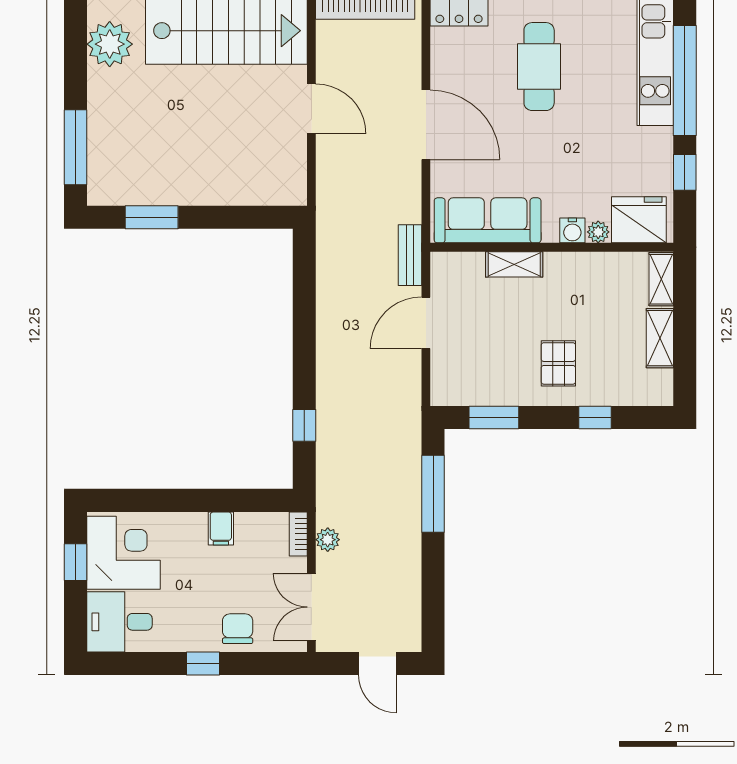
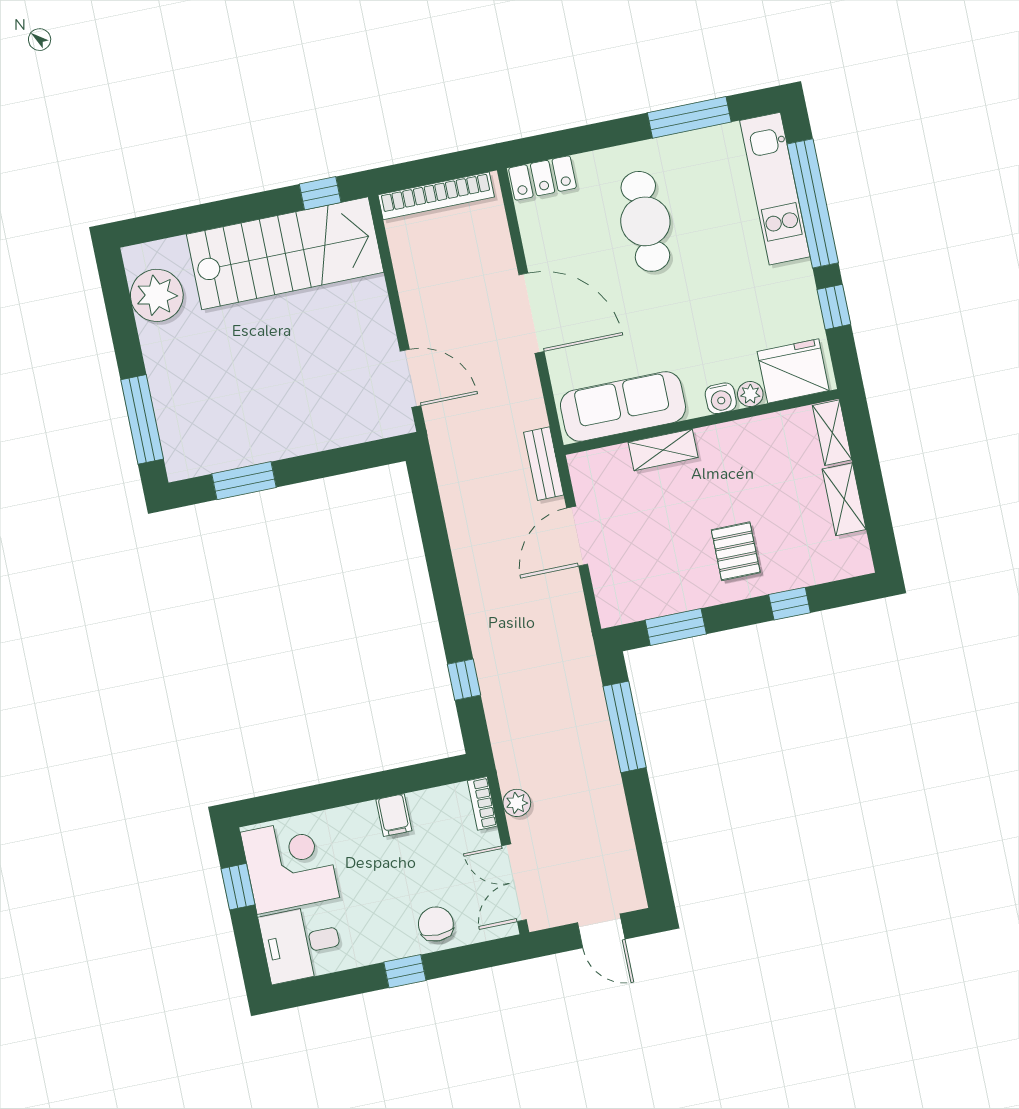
door: (311, 109) -> (411, 378), moved

